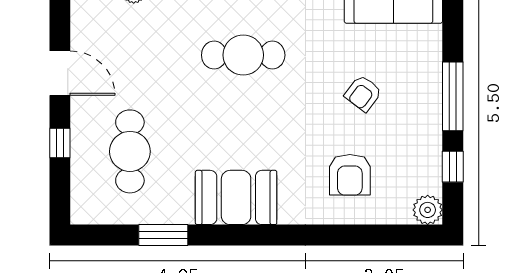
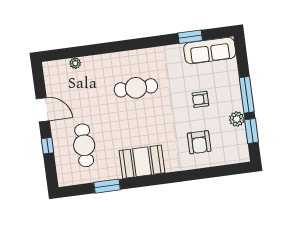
armchair: (363, 93) -> (200, 99), turned 53
window: (453, 167) -> (252, 131), width x1.50
plant: (428, 210) -> (237, 119), moved

